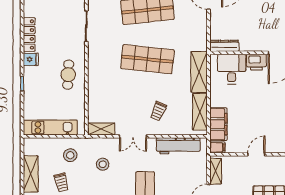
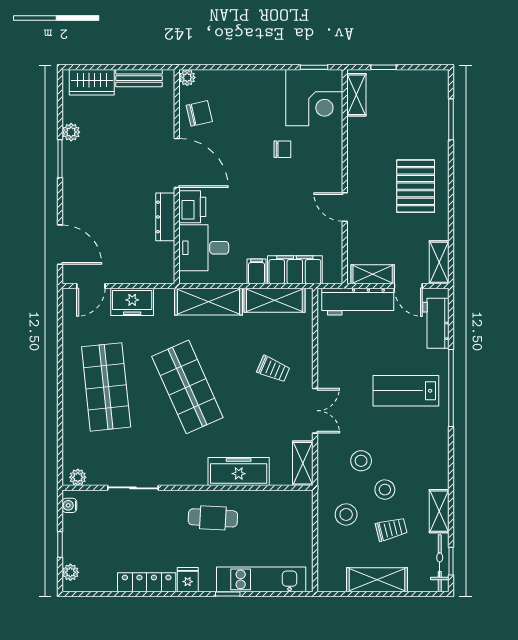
freezer: (199, 26) -> (132, 302), added
dresser: (224, 46) -> (165, 217), moved
shop shelf: (147, 59) -> (187, 387), turned -30
freezer: (96, 90) -> (239, 472), added
kitchen unit: (50, 127) -> (261, 579), moved, turned 90
workbench: (178, 146) -> (358, 302), moved, turned 90
filing cabinet: (217, 147) -> (256, 271), moved
stool: (85, 179) -> (385, 490), added

